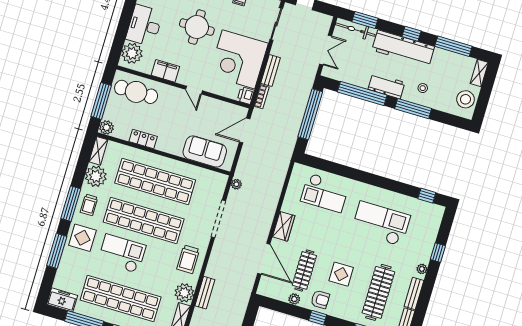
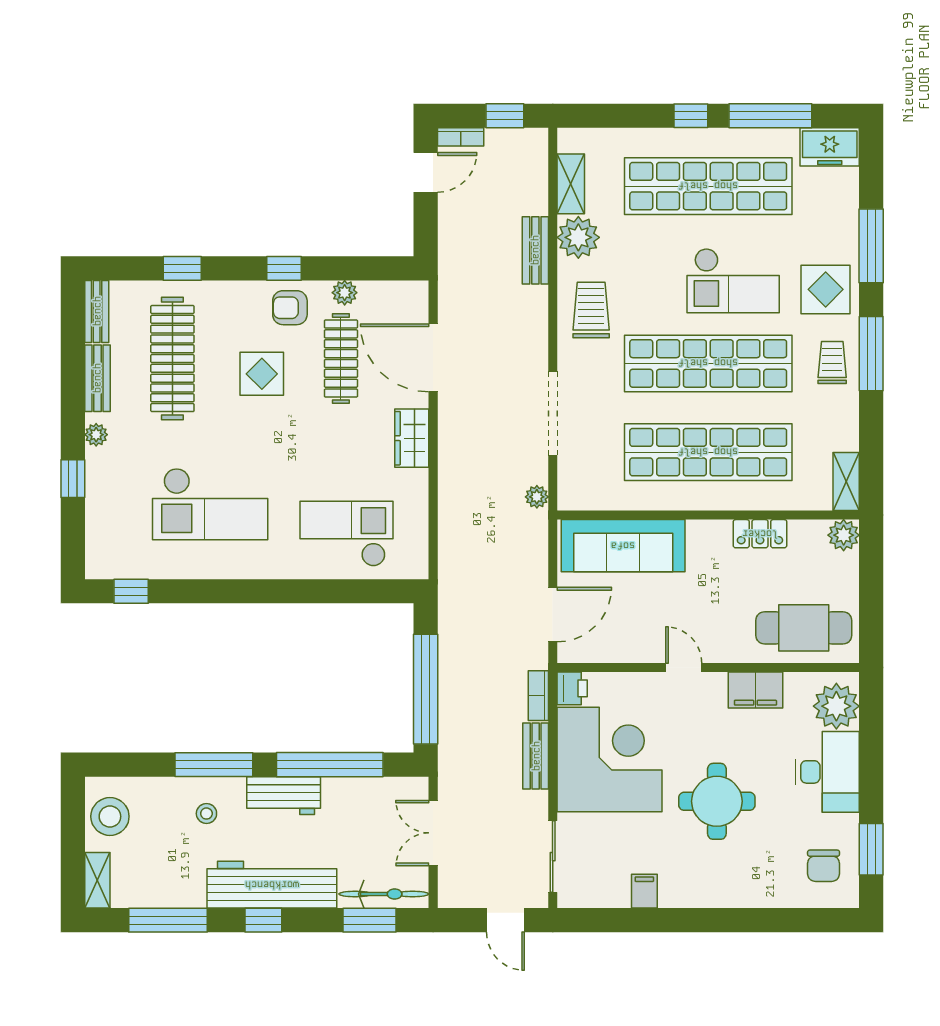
window: (101, 101) -> (871, 587), removed
sofa: (205, 152) -> (623, 546), width x1.36
plant: (96, 176) -> (836, 426), removed

